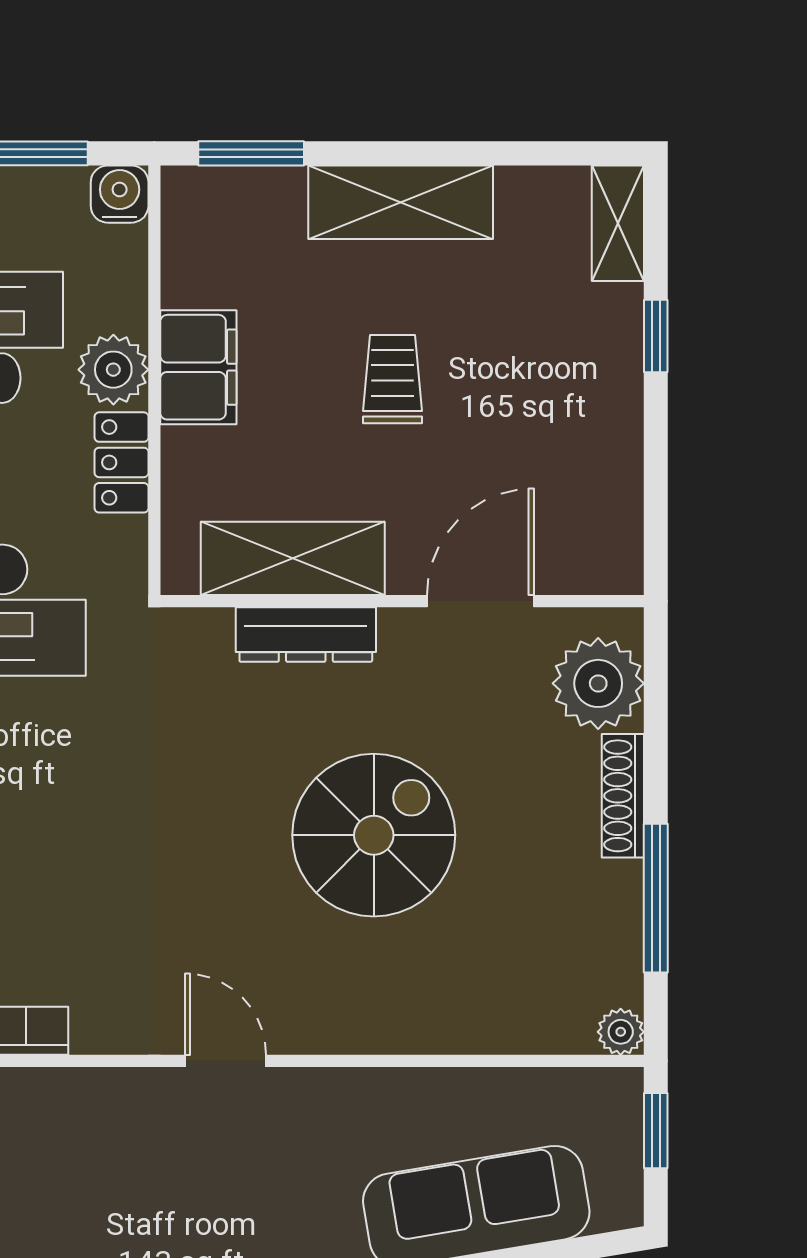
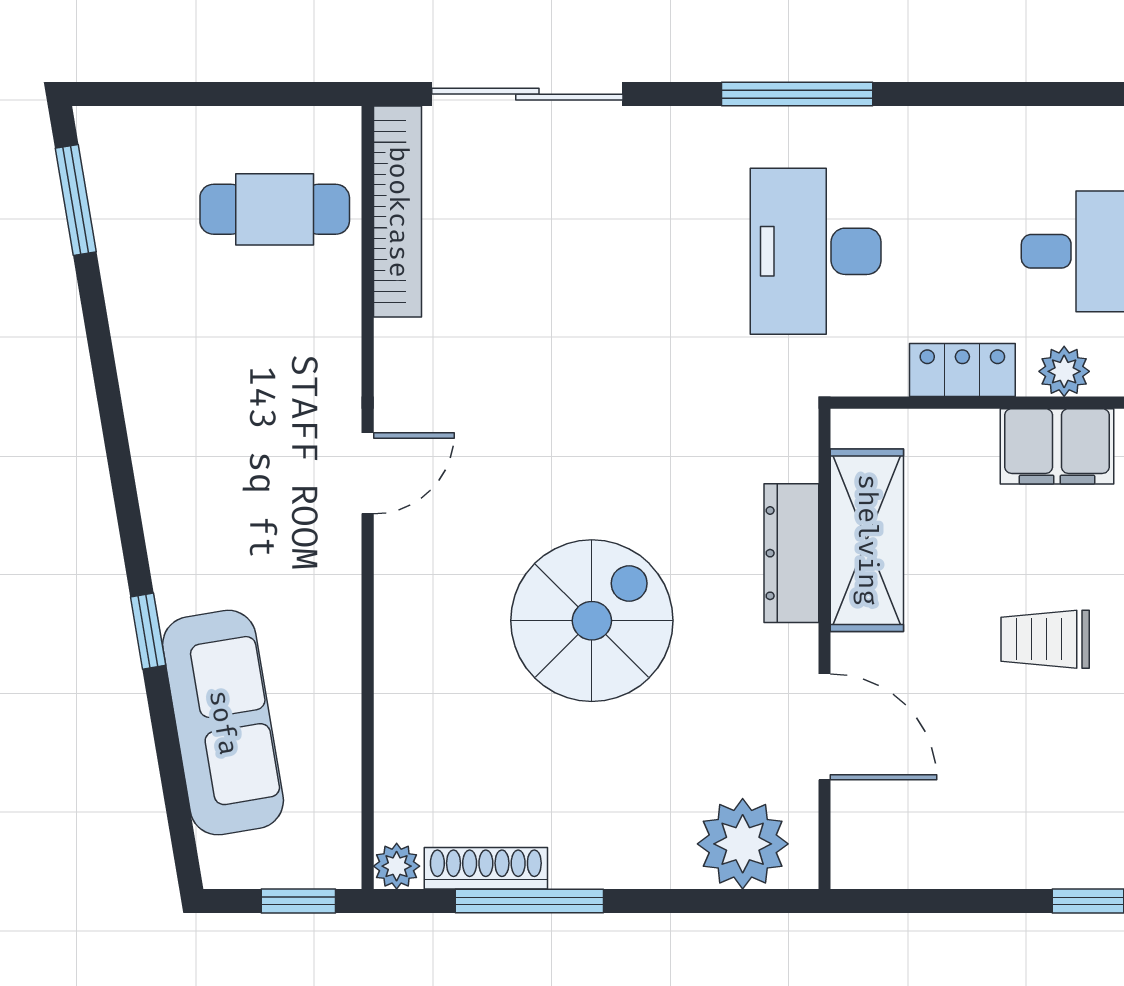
plant: (113, 370) -> (1064, 371), width x0.73, depth x0.73
trolley: (392, 379) -> (1045, 639), turned 180
shoe rack: (623, 796) -> (486, 868), moved
spiral stairs: (374, 835) -> (592, 621), turned -90

